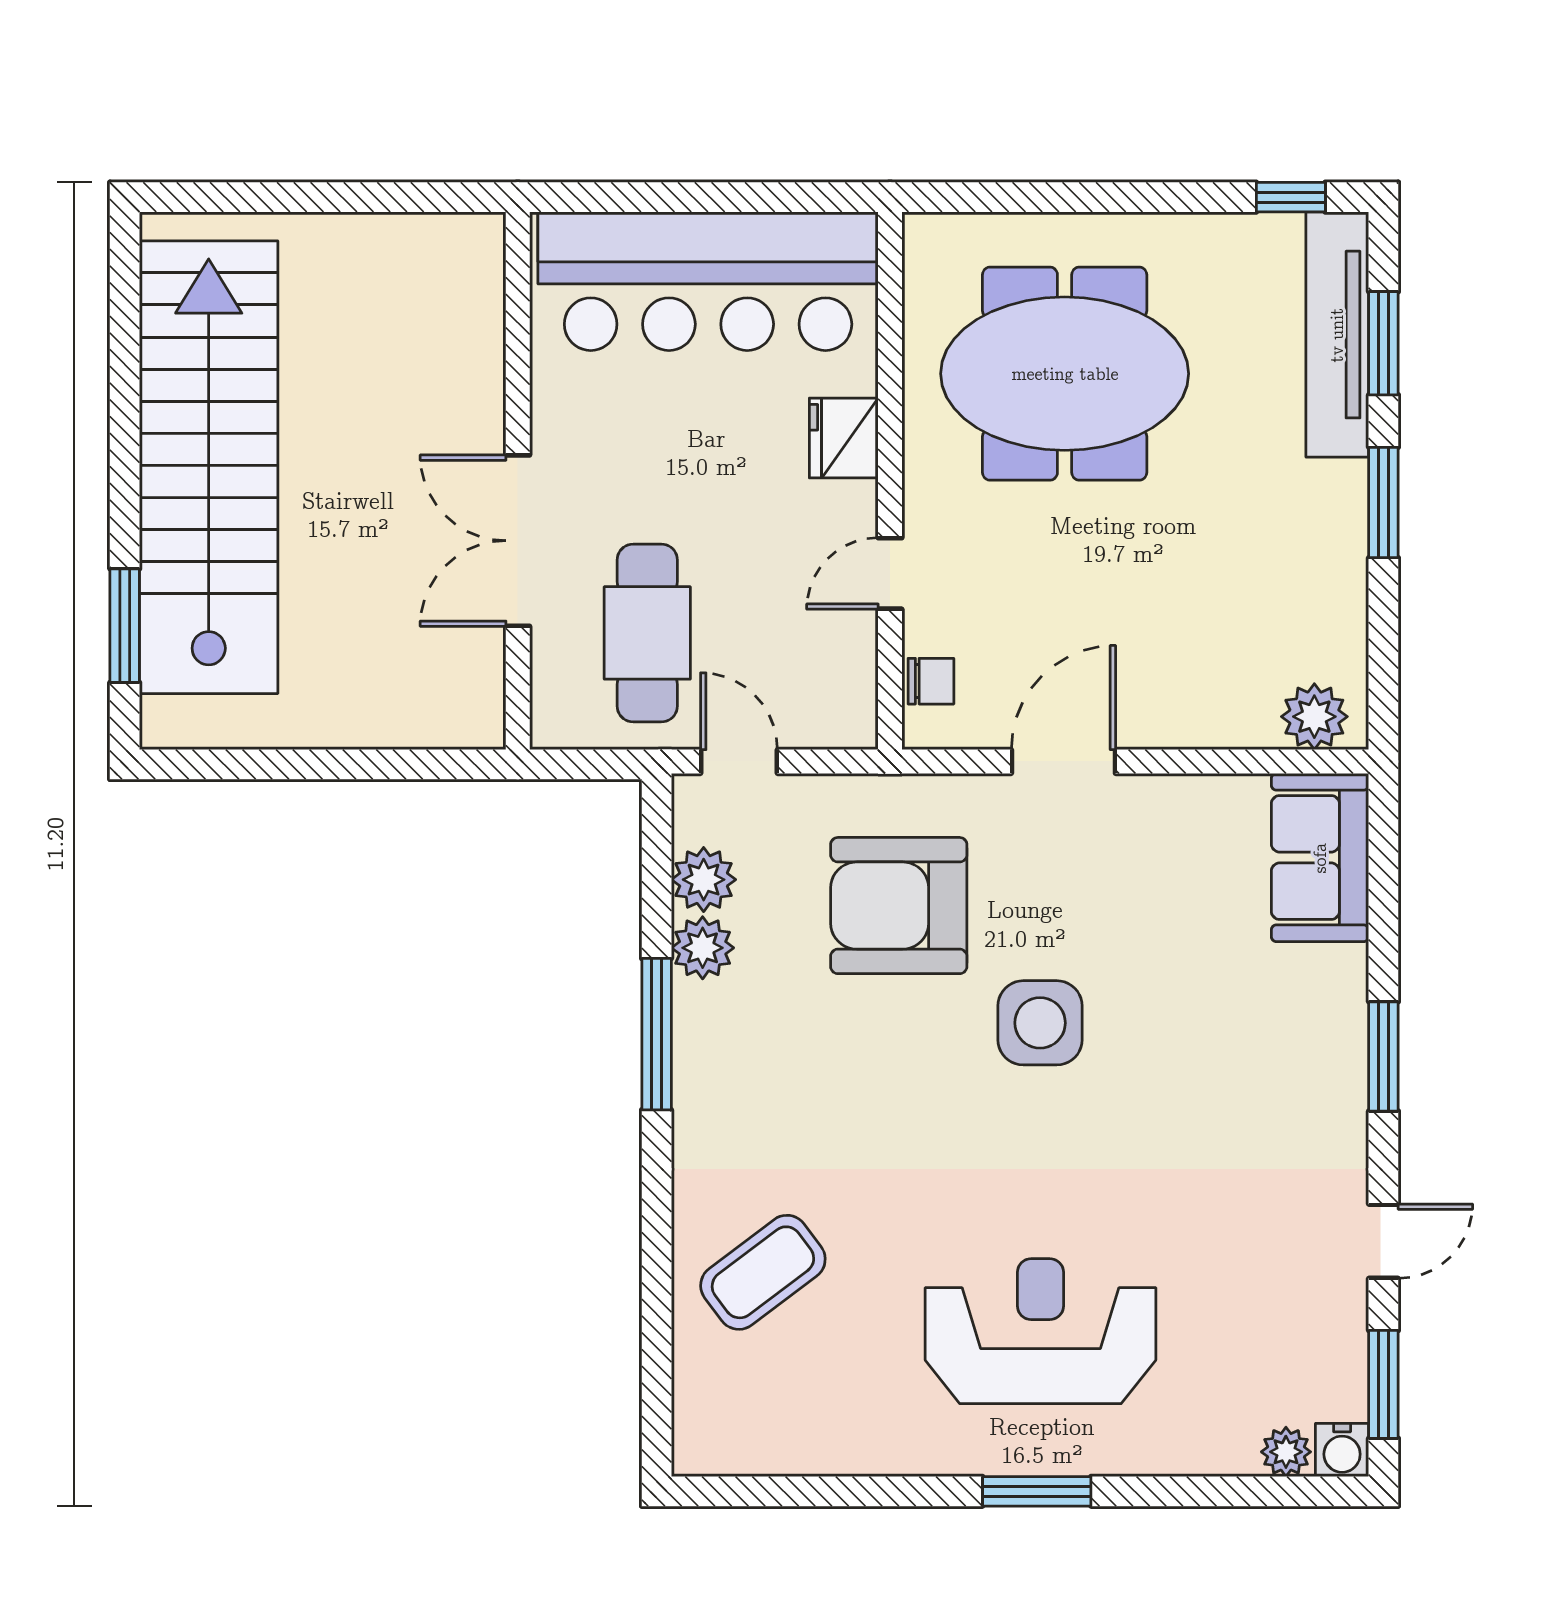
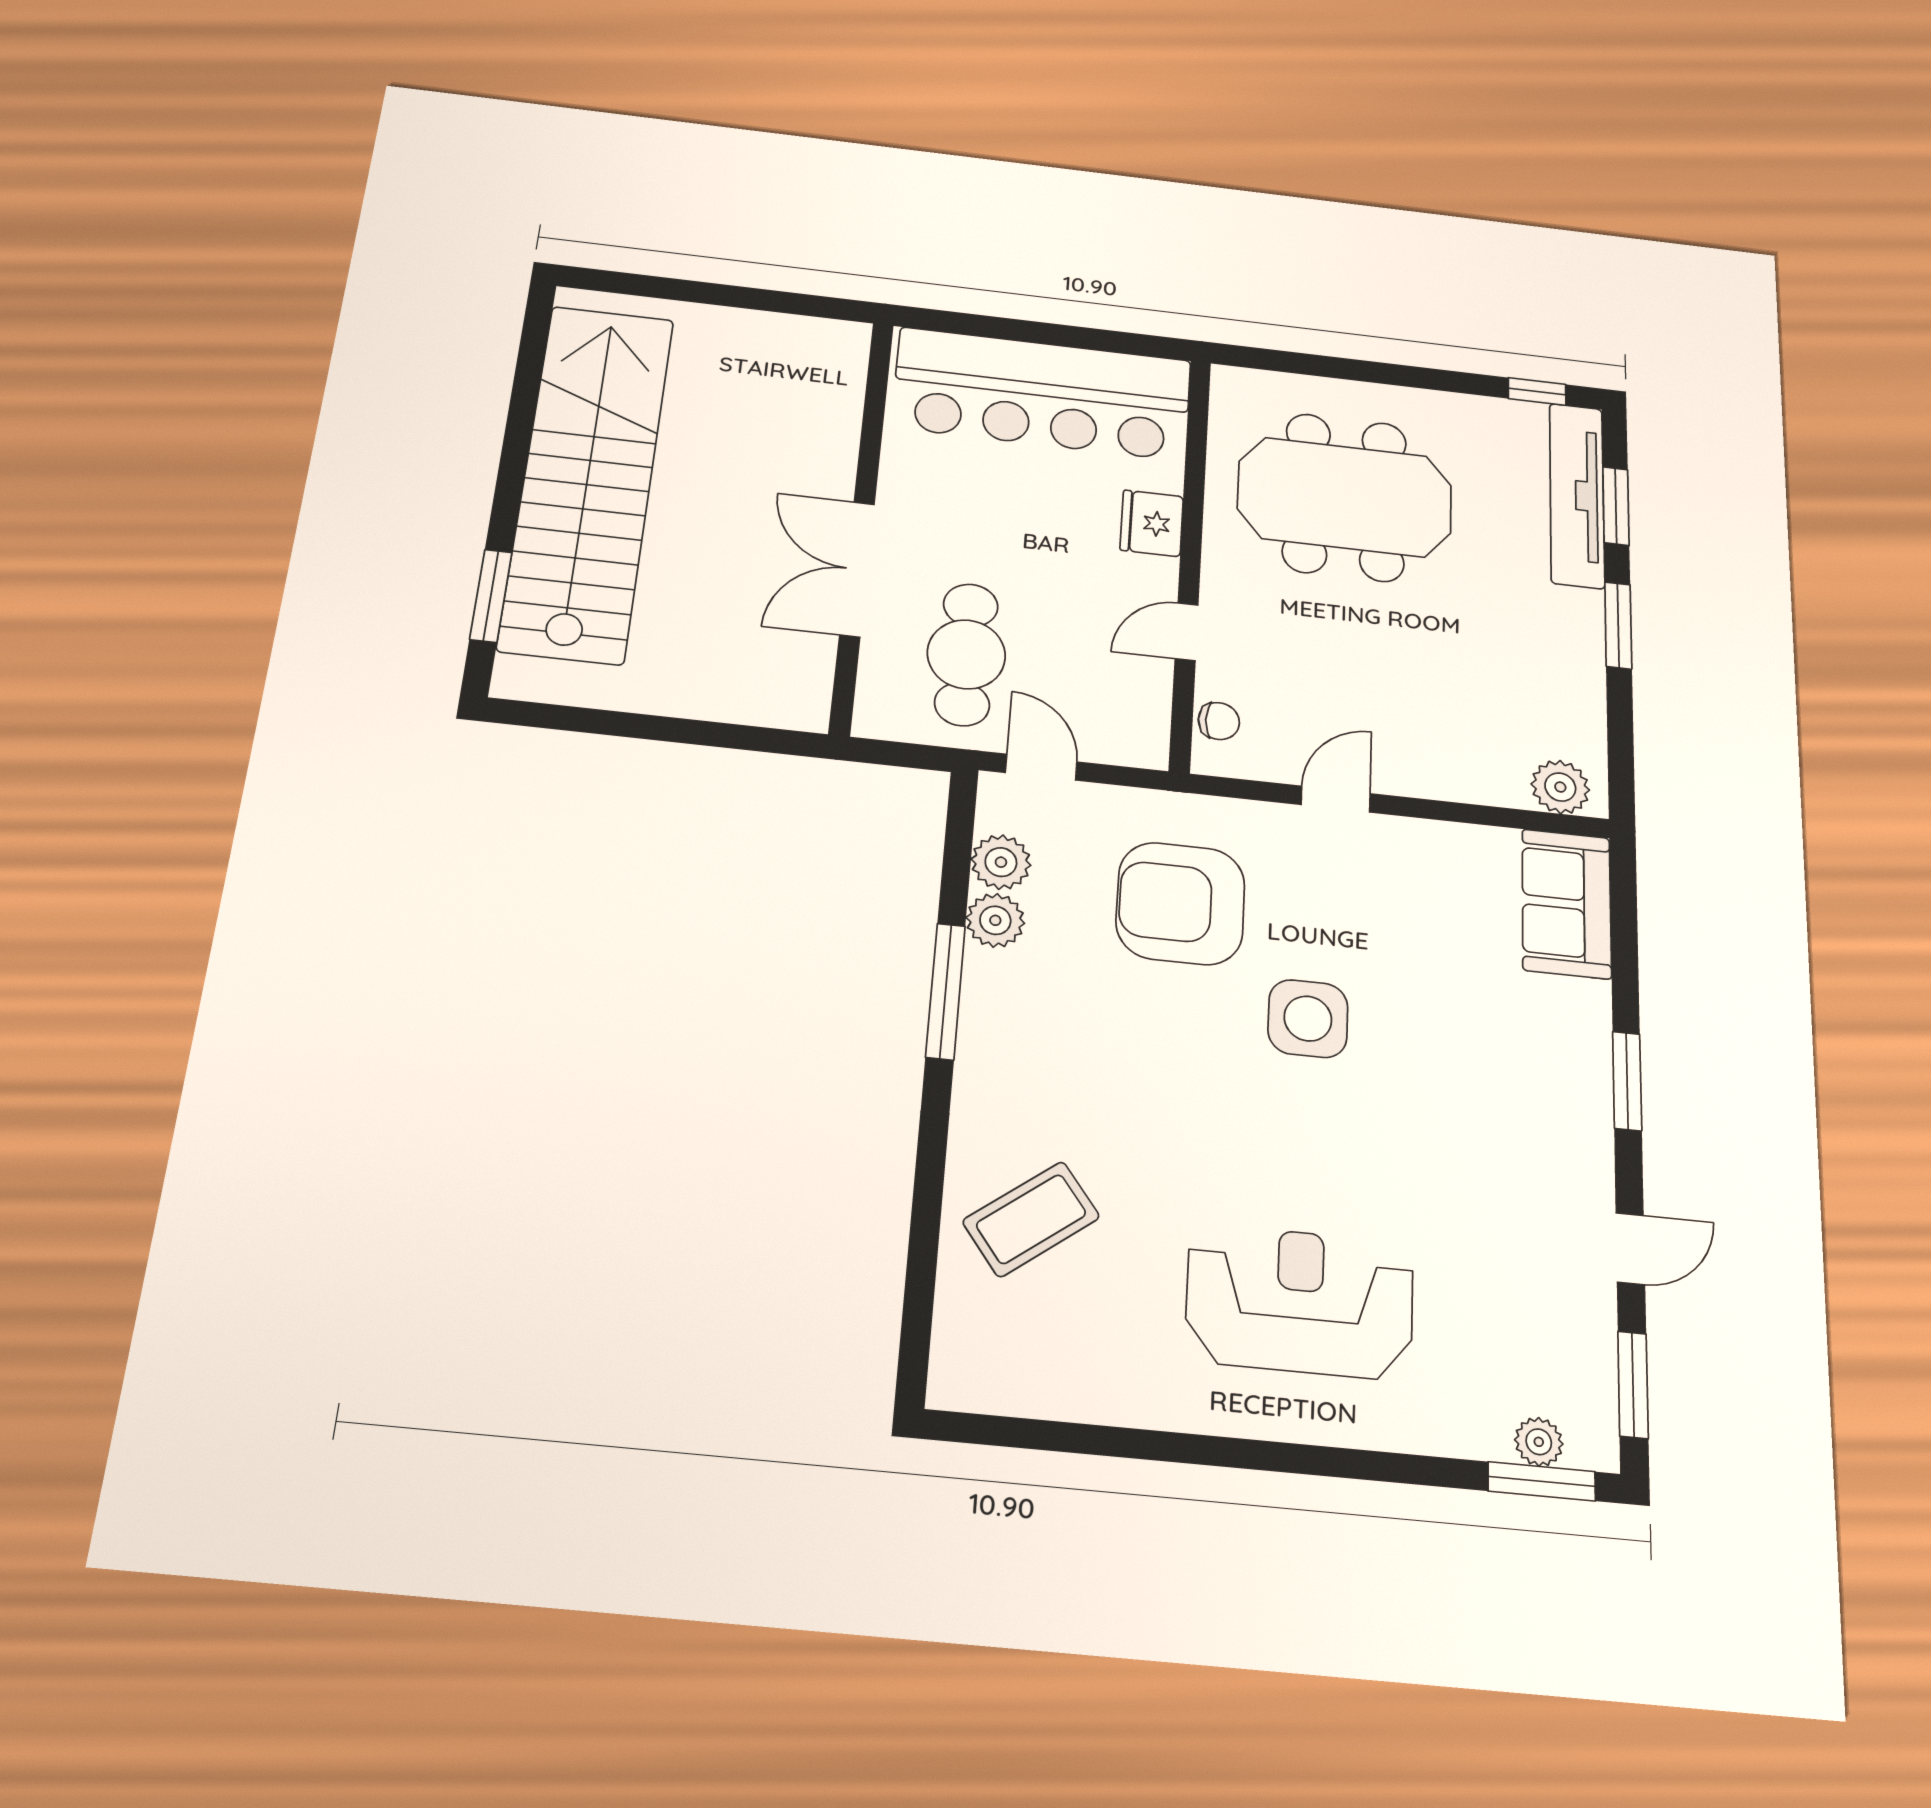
door: (1063, 761) -> (1336, 799), width x0.73
water cooler: (1342, 1450) -> (1594, 1445), removed
window: (1037, 1491) -> (1542, 1481), moved

